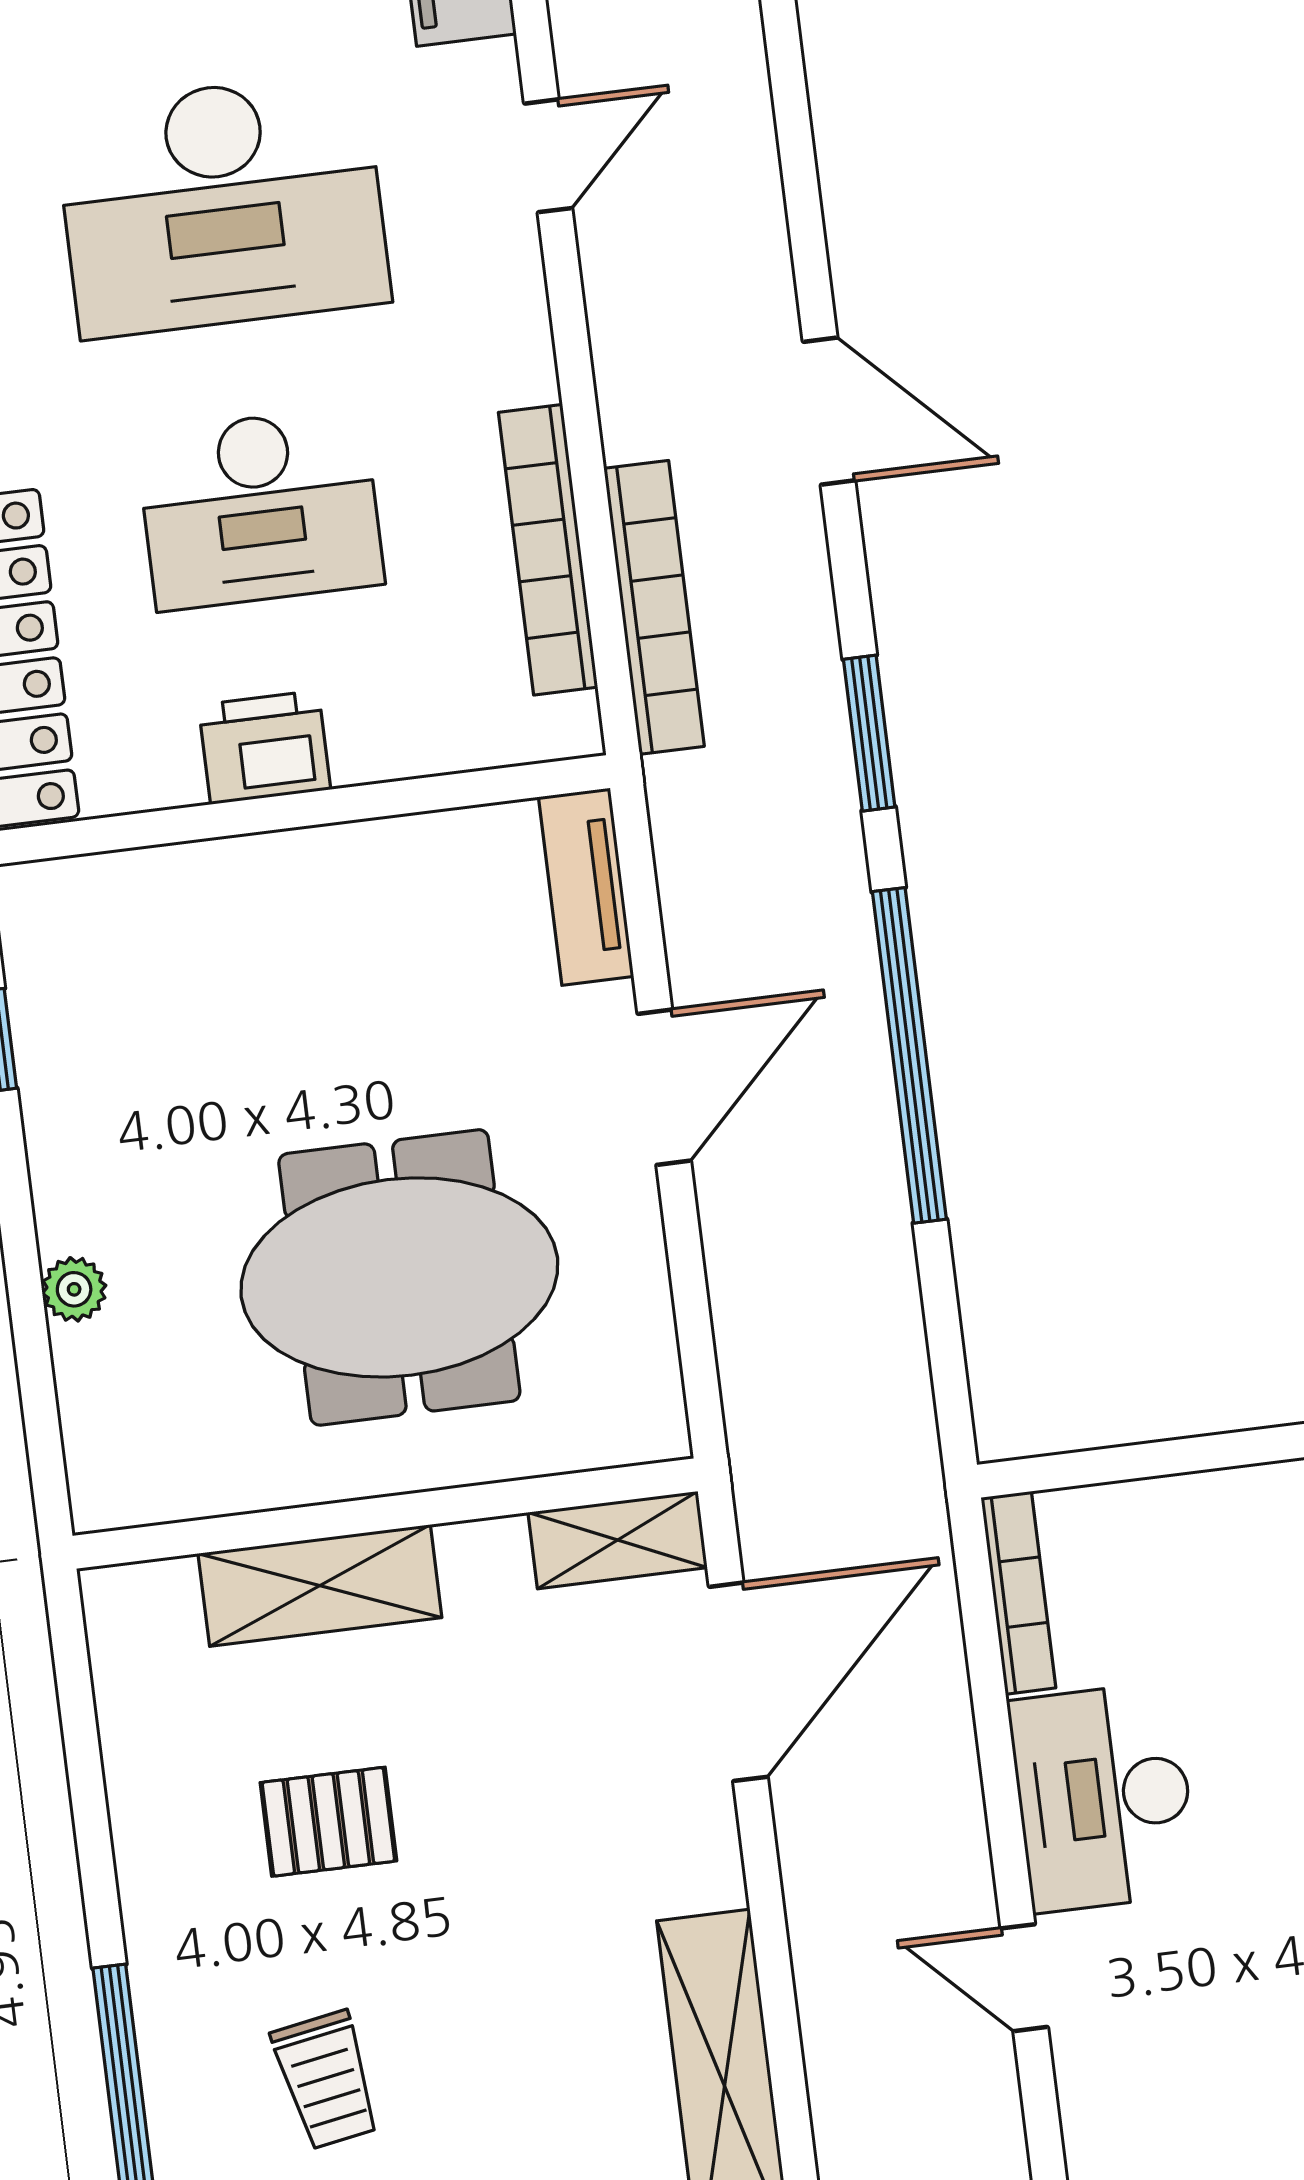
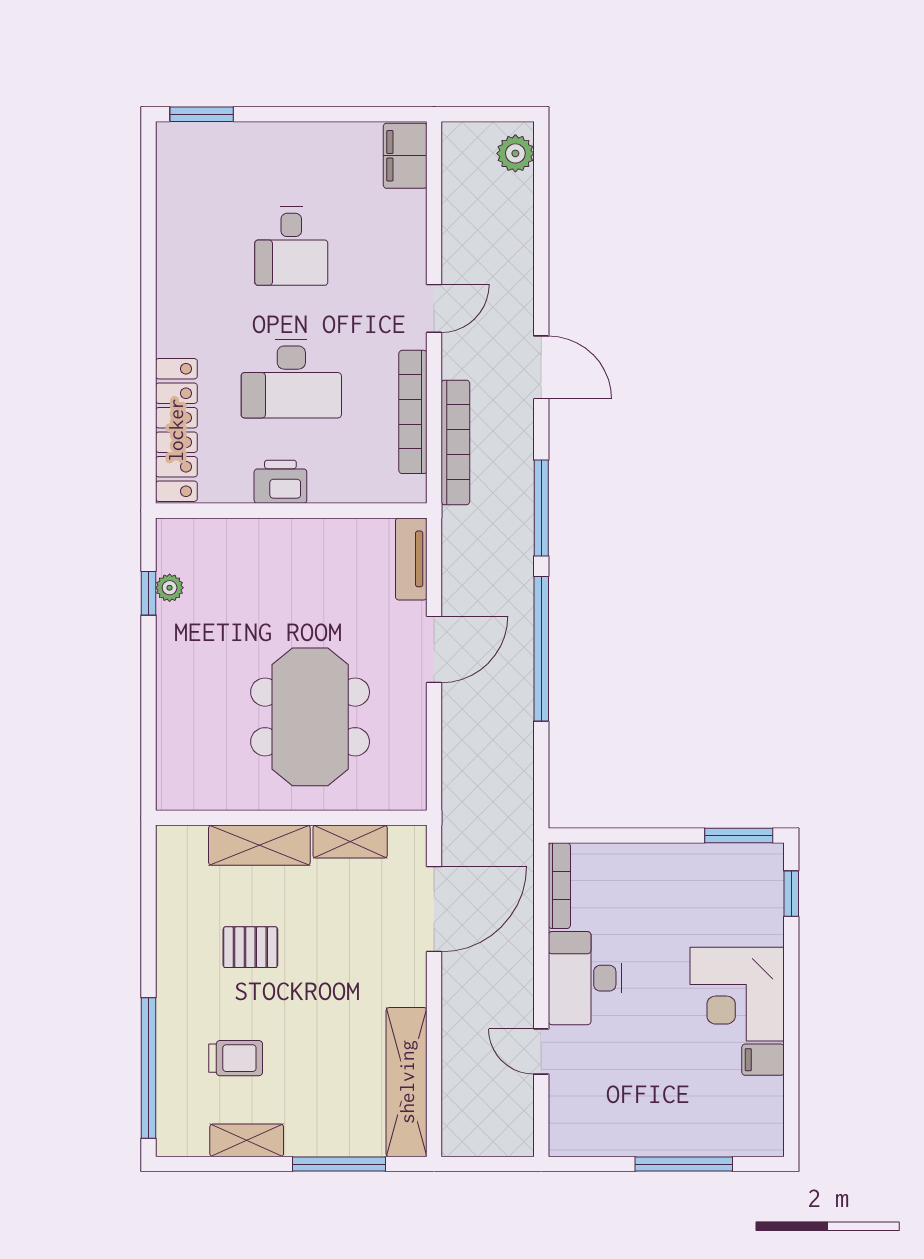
door: (548, 156) -> (434, 308), moved
desk: (222, 205) -> (291, 246), width x0.53, depth x0.77
window: (869, 733) -> (541, 508), width x1.44
meeting table: (399, 1277) -> (310, 717), turned 90
plant: (74, 1289) -> (170, 588), moved
shelving: (618, 1540) -> (350, 842), moved
trolley: (326, 2080) -> (236, 1058), turned -80

